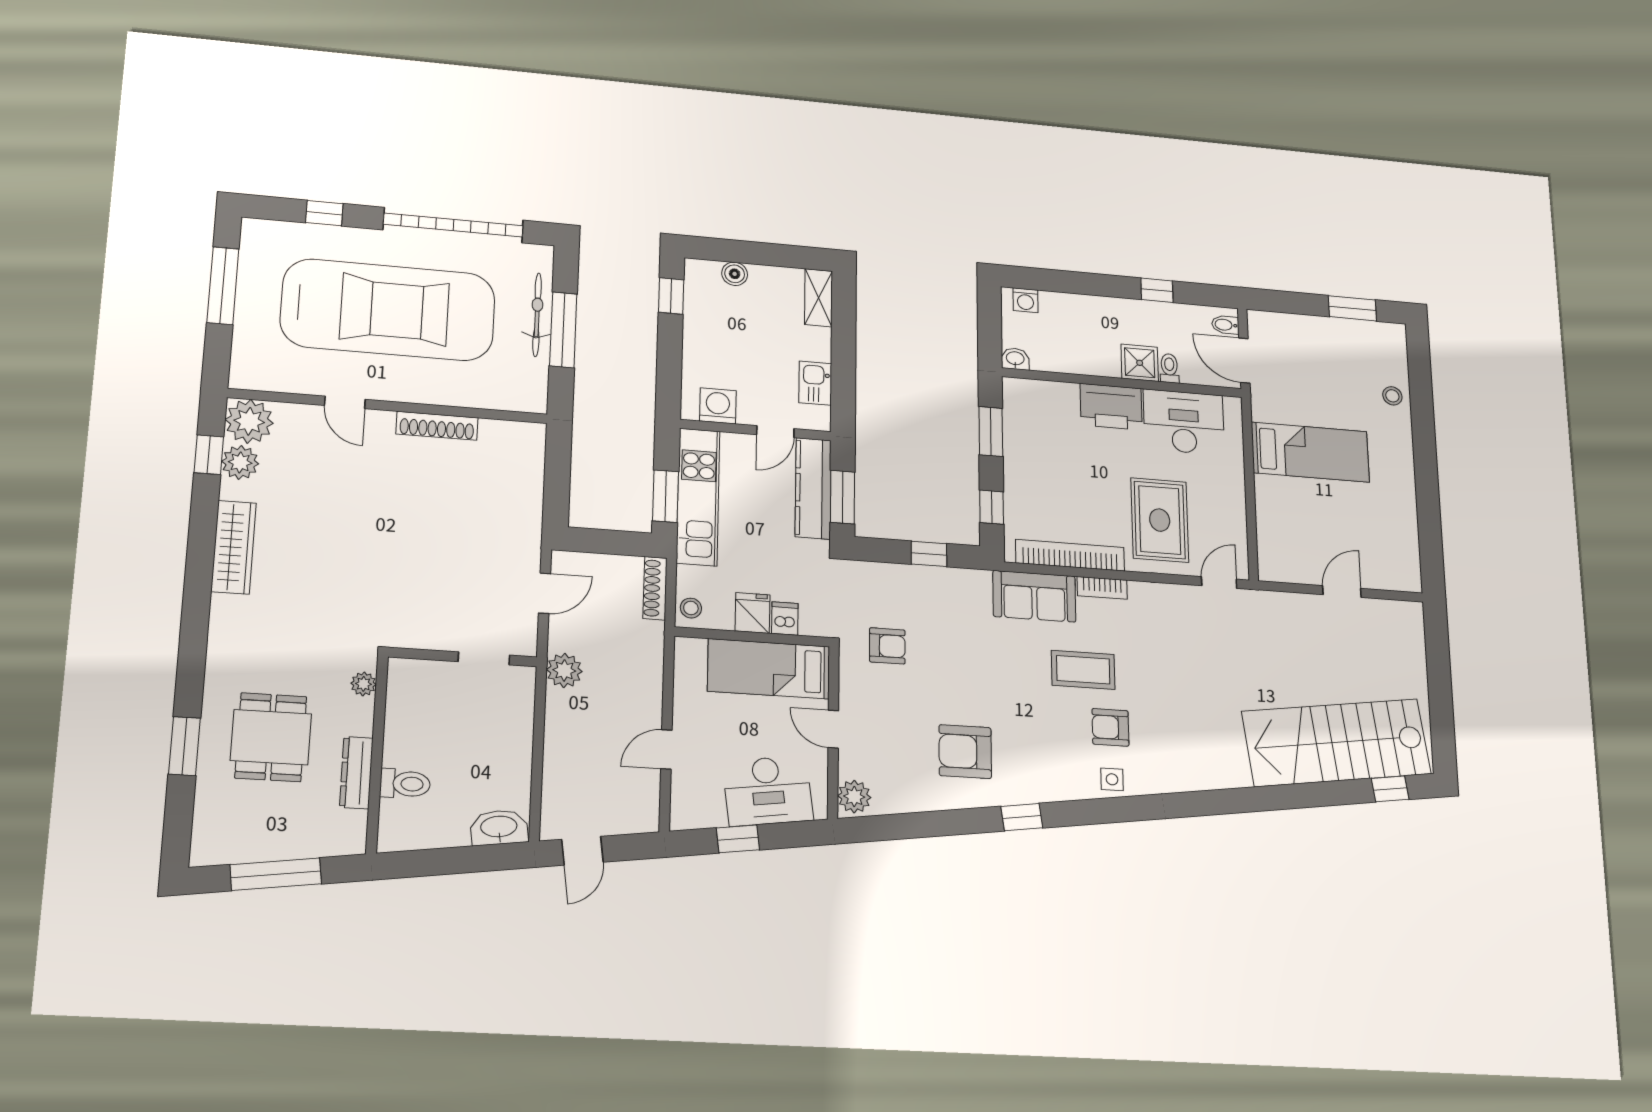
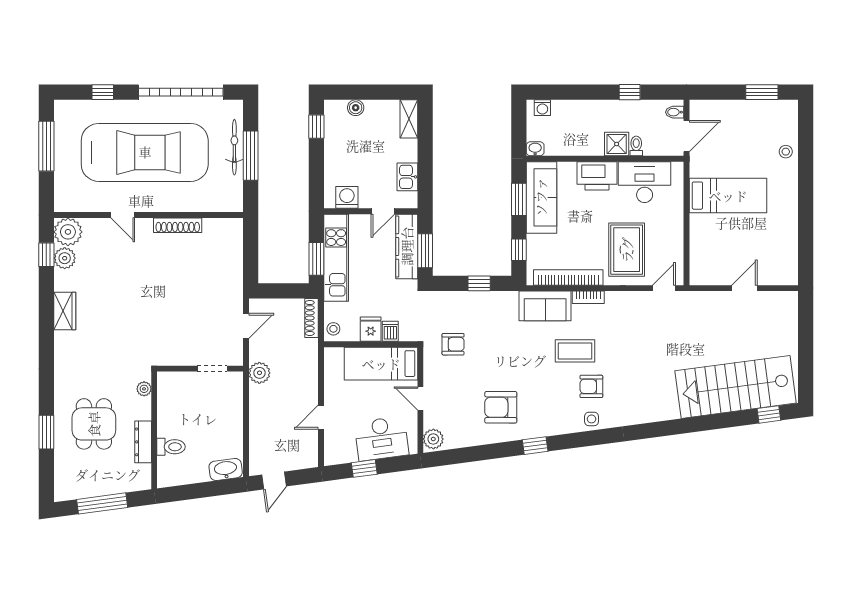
door: (1244, 361) -> (687, 136), swing flipped
sofa: (1026, 431) -> (541, 197), added
wardrobe: (234, 547) -> (65, 311), width x0.67

